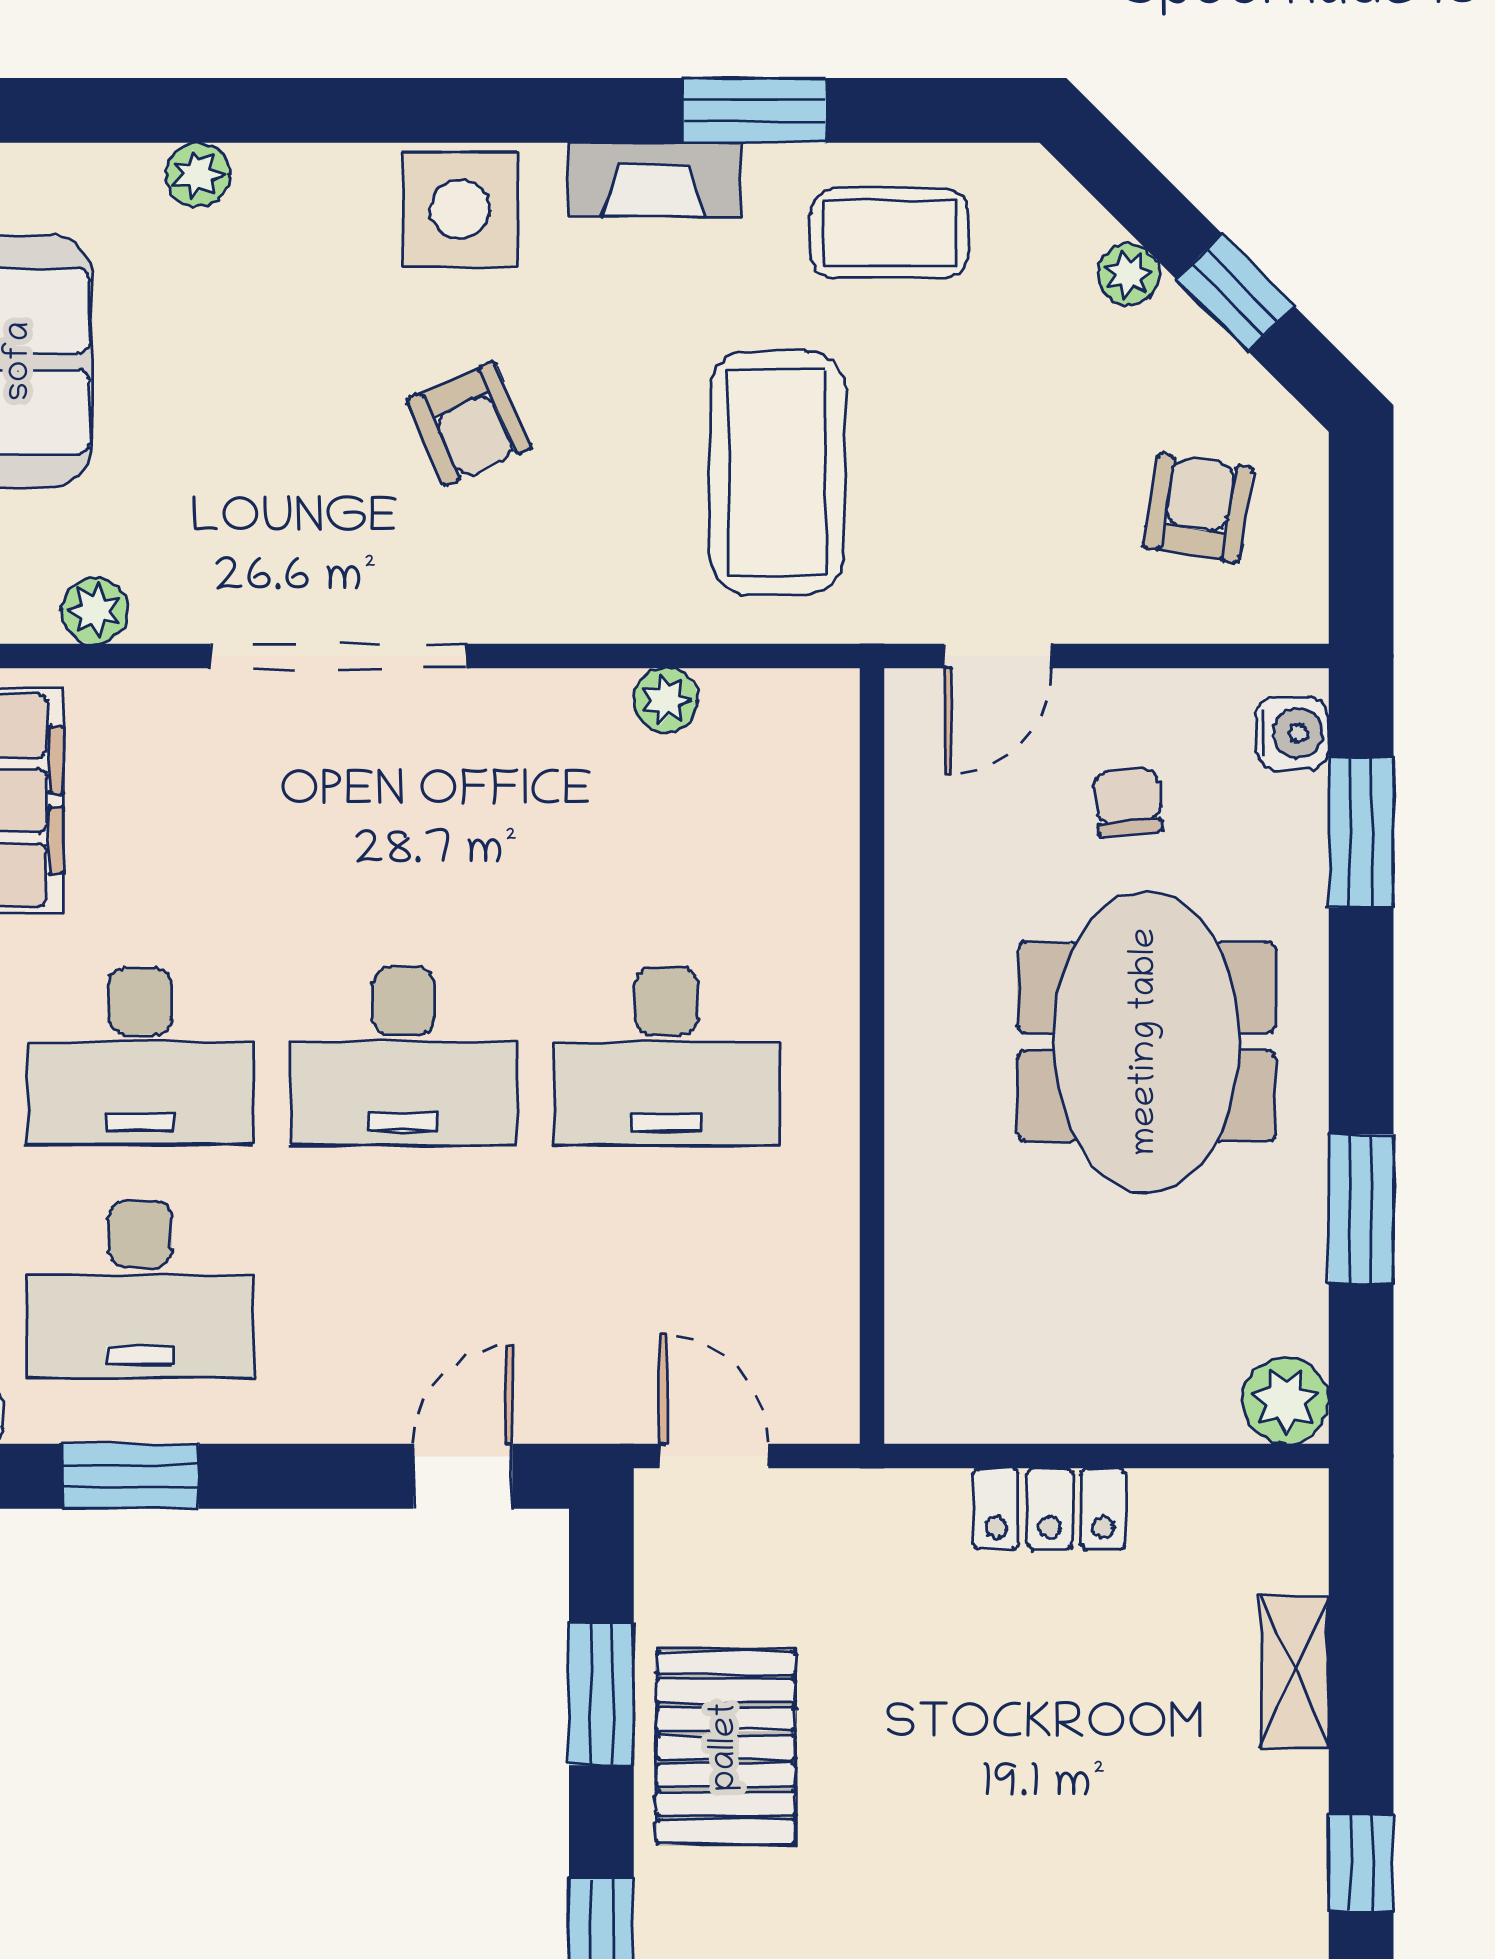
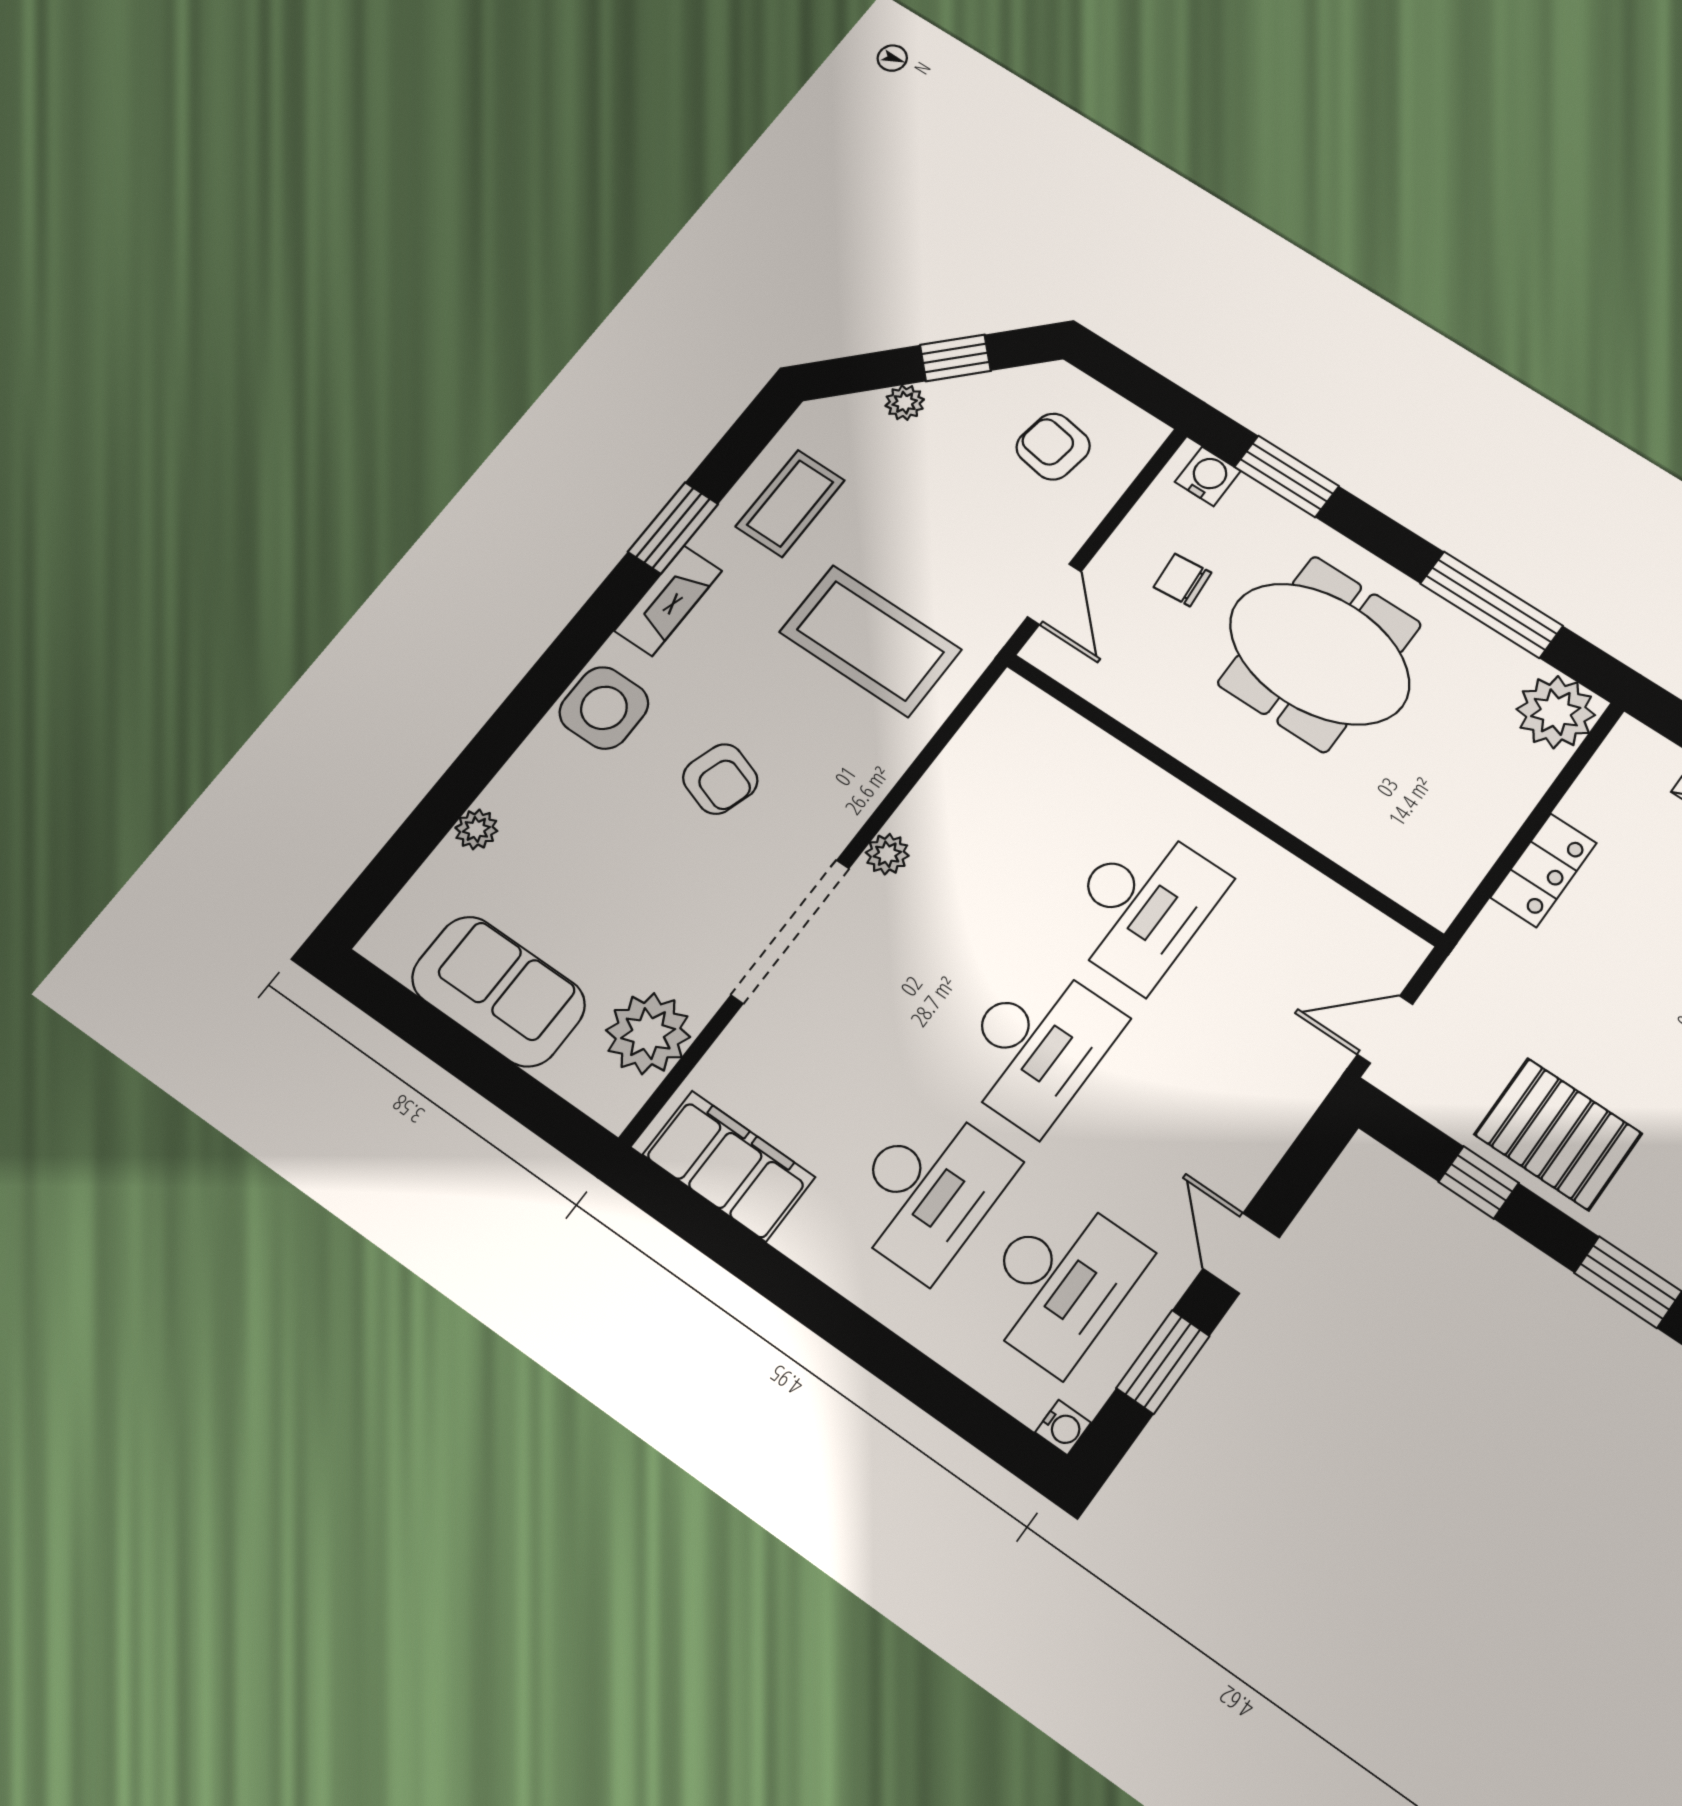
armchair: (469, 424) -> (720, 779), turned 42
plant: (95, 611) -> (648, 1034), width x1.88, depth x1.88
plant: (666, 700) -> (887, 854), moved
window: (1361, 1209) -> (1491, 605), width x1.44
plant: (1286, 1401) -> (1556, 712), width x1.36, depth x1.36
door: (463, 1476) -> (1241, 1253), moved
window: (601, 1694) -> (1479, 1182), width x0.67

